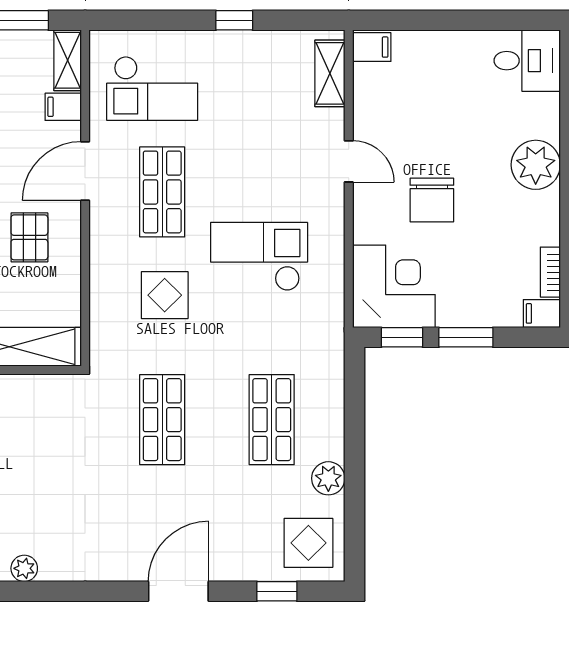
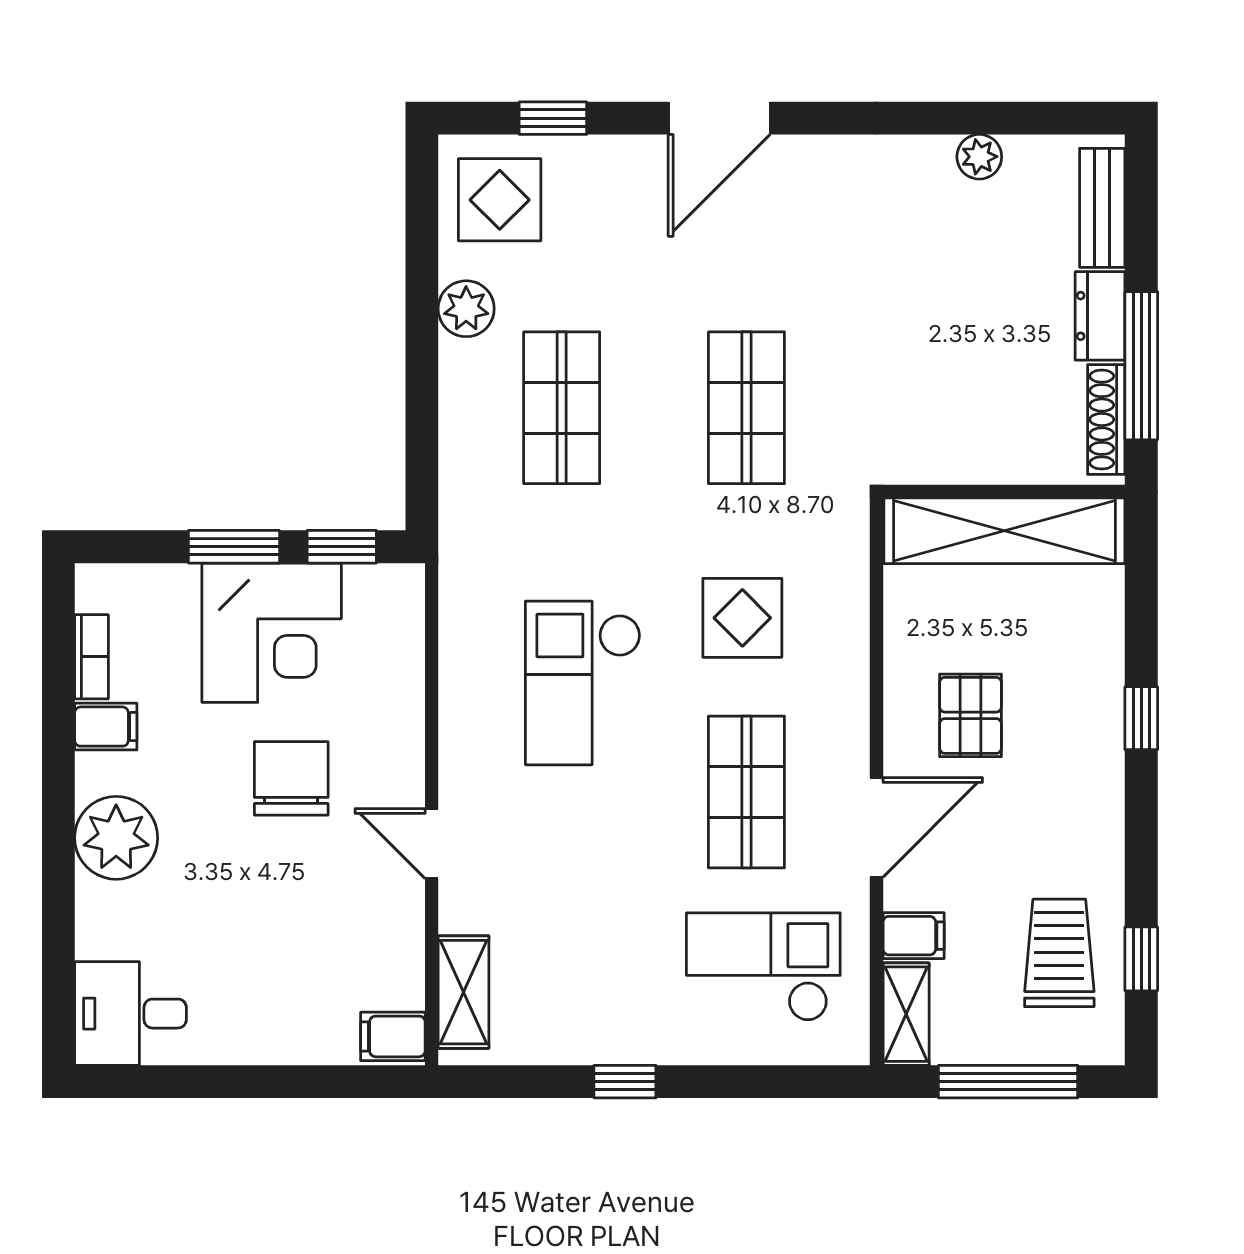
checkout: (259, 257) -> (583, 683), turned 90
corner desk: (394, 286) -> (272, 633), moved, turned -90
filing cabinet: (542, 313) -> (106, 727), moved

